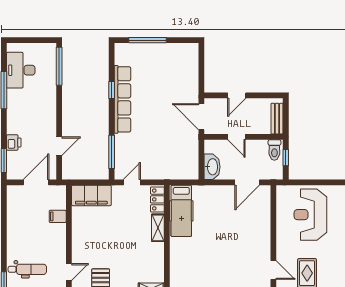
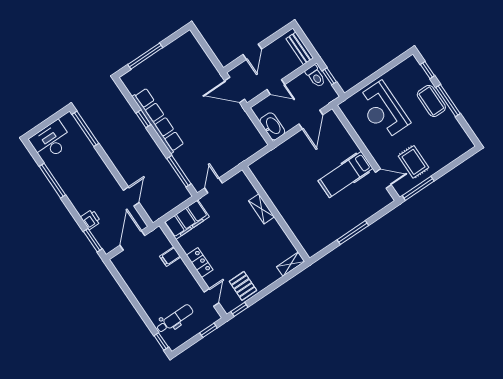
desk: (21, 70) -> (51, 141), moved, turned 90
locker: (157, 199) -> (200, 263), moved, turned 180
hospital bed: (181, 211) -> (345, 175), moved, turned 90

